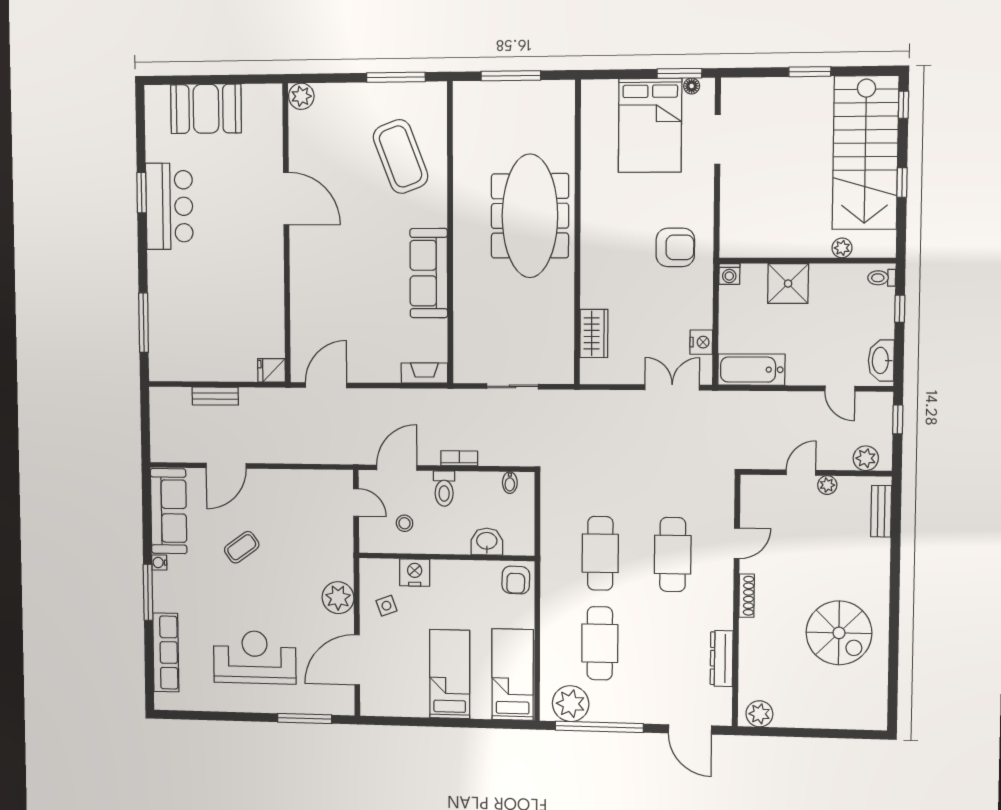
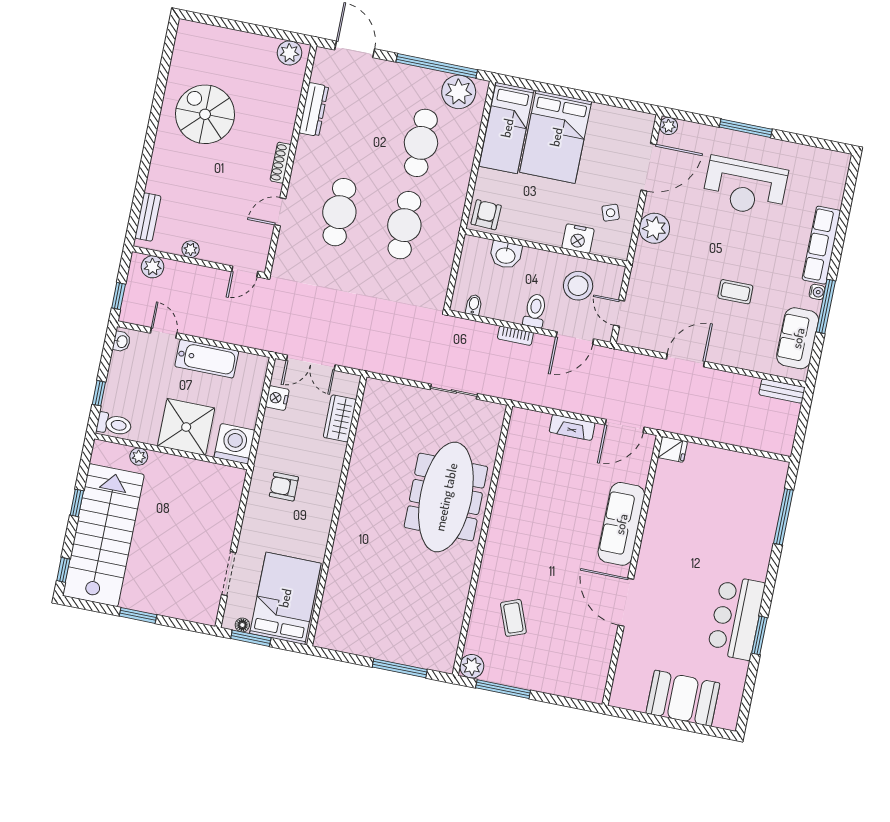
plant: (301, 96) -> (472, 666), moved
coffee table: (401, 157) -> (513, 618), width x0.54, depth x0.58
meeting table: (530, 216) -> (446, 497), moved
wall: (577, 233) -> (337, 511), moved
armchair: (675, 247) -> (284, 487), width x0.72, depth x0.72
sofa: (429, 273) -> (621, 524), moved, turned 180
washing machine: (729, 274) -> (235, 444), width x1.89, depth x1.89
toilet: (882, 278) -> (114, 424), width x1.37, depth x1.39
shower: (788, 284) -> (186, 427), width x1.37, depth x1.37
wardrobe: (594, 333) -> (340, 418), moved
washbasin: (881, 360) -> (122, 342), width x0.52, depth x0.69
bathtub: (751, 370) -> (207, 359), moved
fireplace: (424, 373) -> (572, 427), moved
bench: (215, 396) -> (782, 391), moved
door: (226, 466) -> (685, 360), moved
door: (801, 473) -> (245, 271), moved
sofa: (169, 511) -> (798, 338), width x0.73
stool: (404, 523) -> (578, 286), width x1.89, depth x1.89
coffee table: (242, 547) -> (735, 292), turned 36
window: (148, 592) -> (826, 306), moved
row of seats: (166, 652) -> (821, 245), moved
bed: (450, 674) -> (556, 137), width x1.50
plant: (345, 706) -> (669, 126), added
window: (305, 718) -> (746, 128), moved

